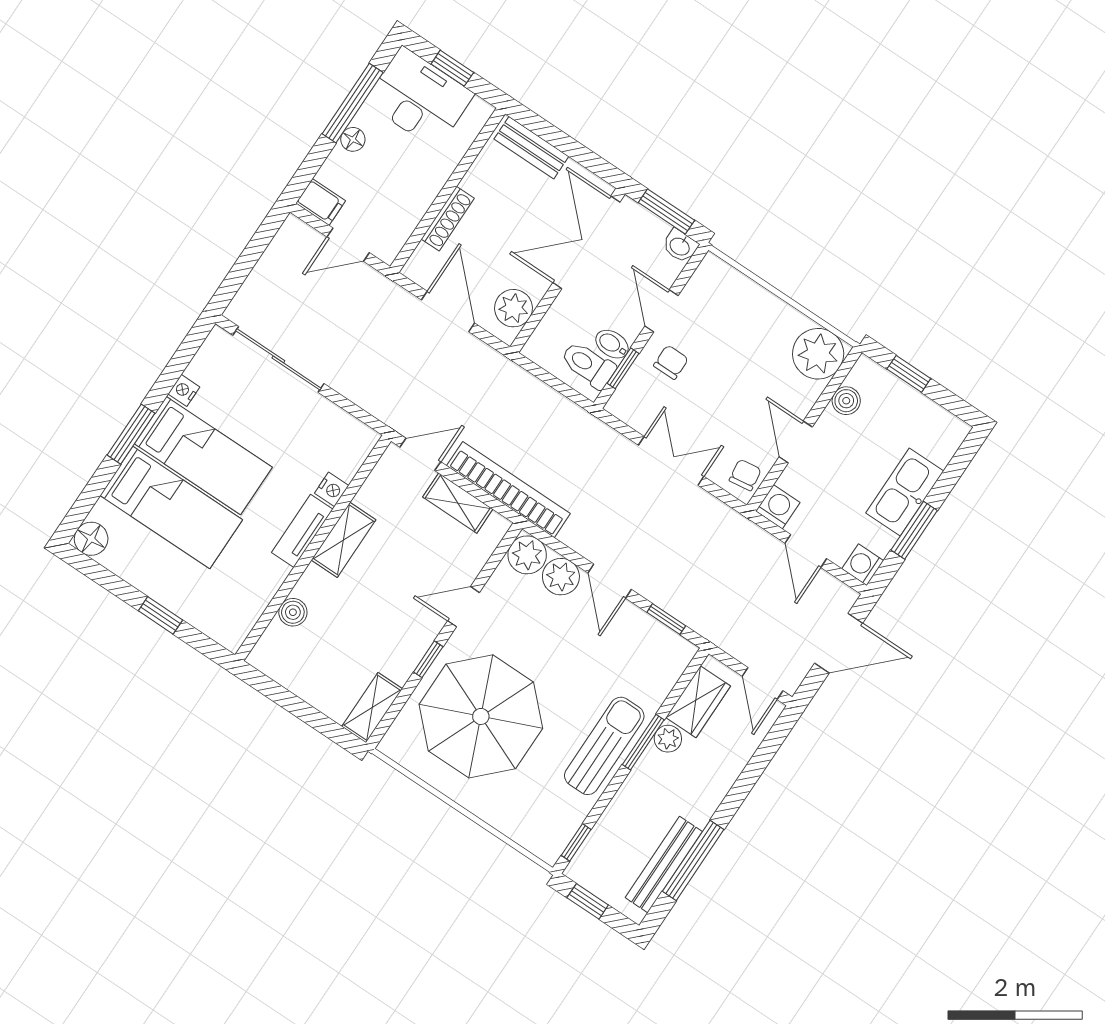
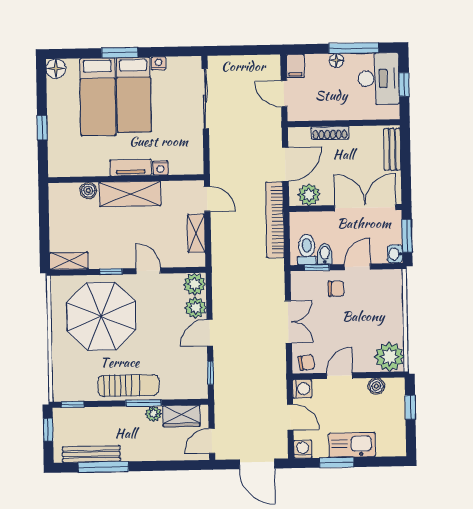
bookcase: (508, 490) -> (275, 220), moved, turned 180
shelving: (344, 540) -> (130, 194), width x1.50, depth x1.33
door: (806, 551) -> (290, 417), swing flipped

